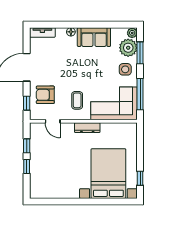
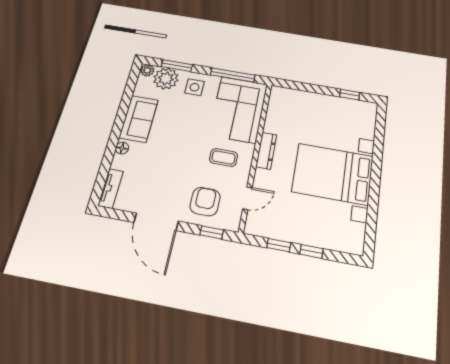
armchair: (45, 95) -> (205, 202), turned 180
bed with nightstands: (108, 174) -> (333, 174), moved

